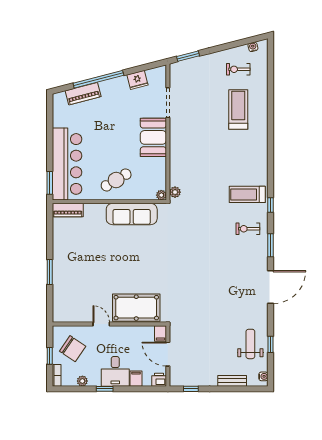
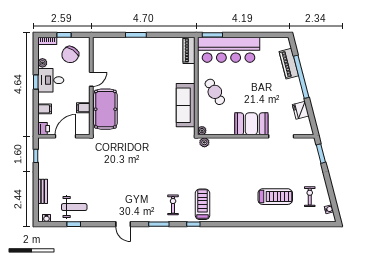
door: (270, 287) -> (123, 224), width x0.53
filing cabinet: (160, 333) -> (83, 108), moved
desk: (115, 371) -> (51, 80), moved

